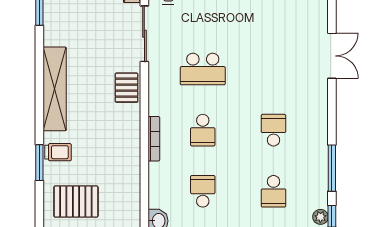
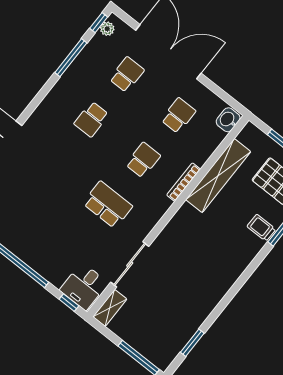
pallet: (127, 88) -> (174, 235), removed
shelving: (55, 89) -> (218, 176), moved
school desk: (203, 191) -> (178, 115), turned 180

